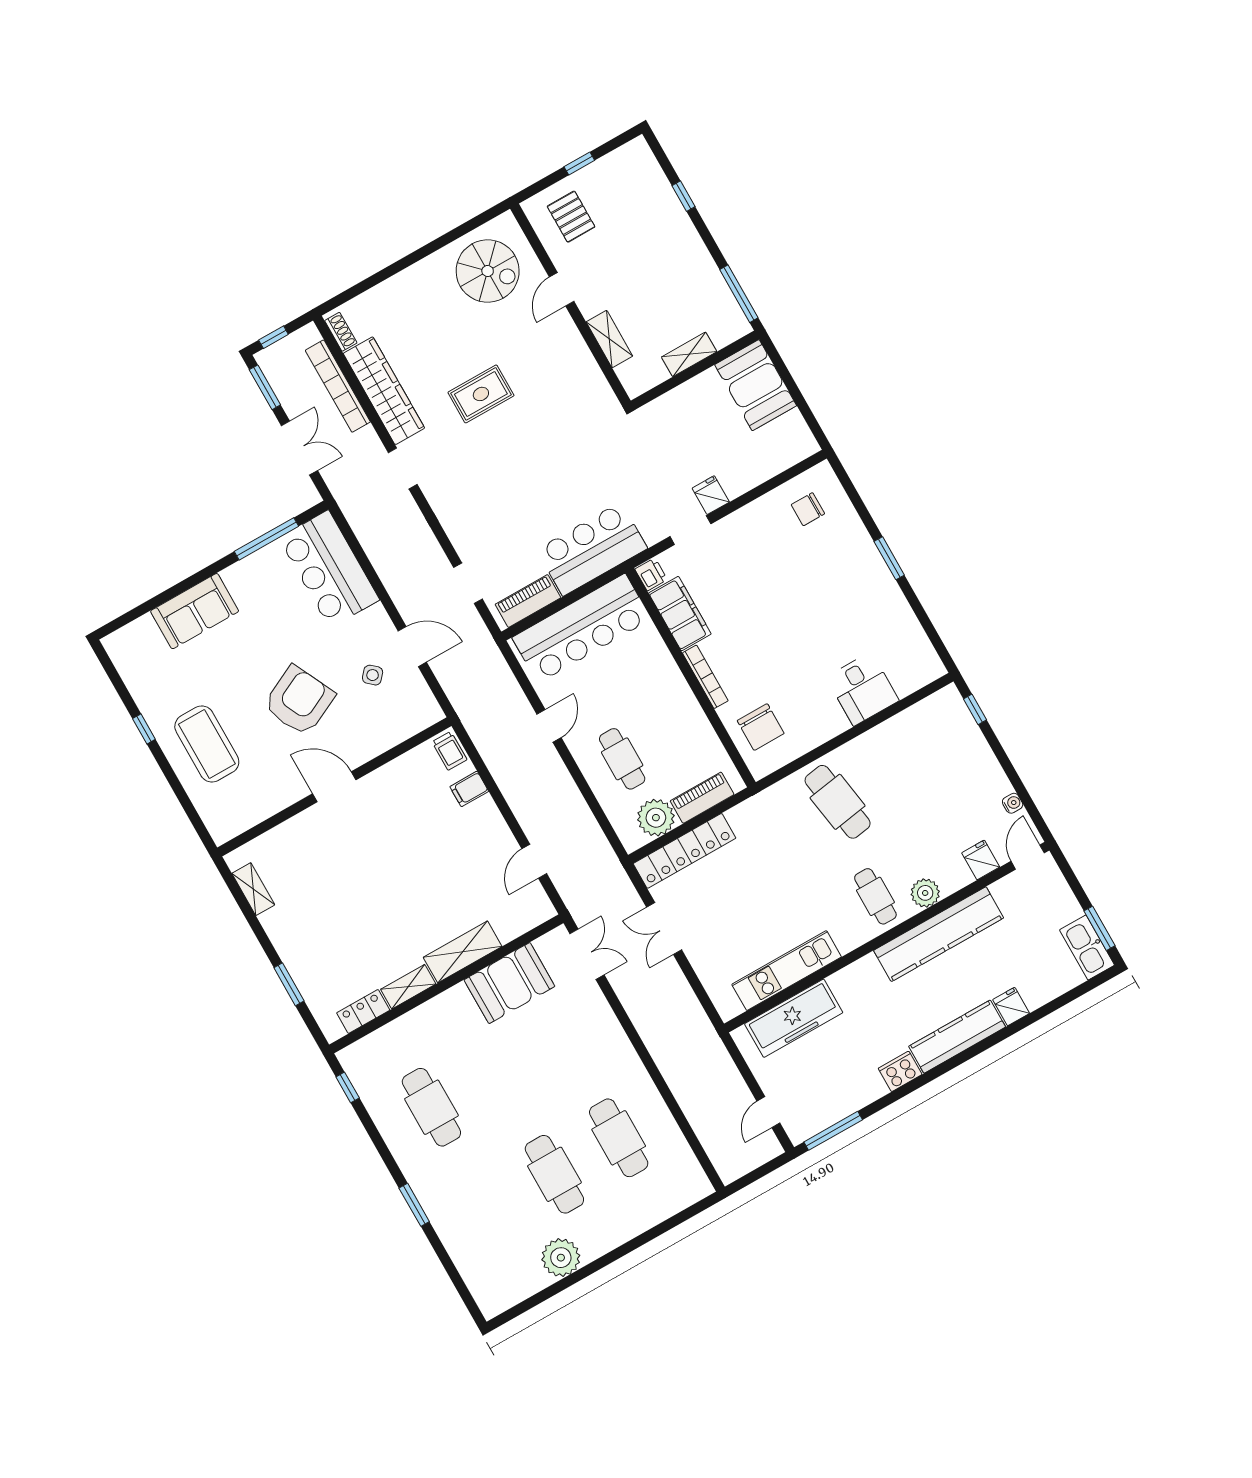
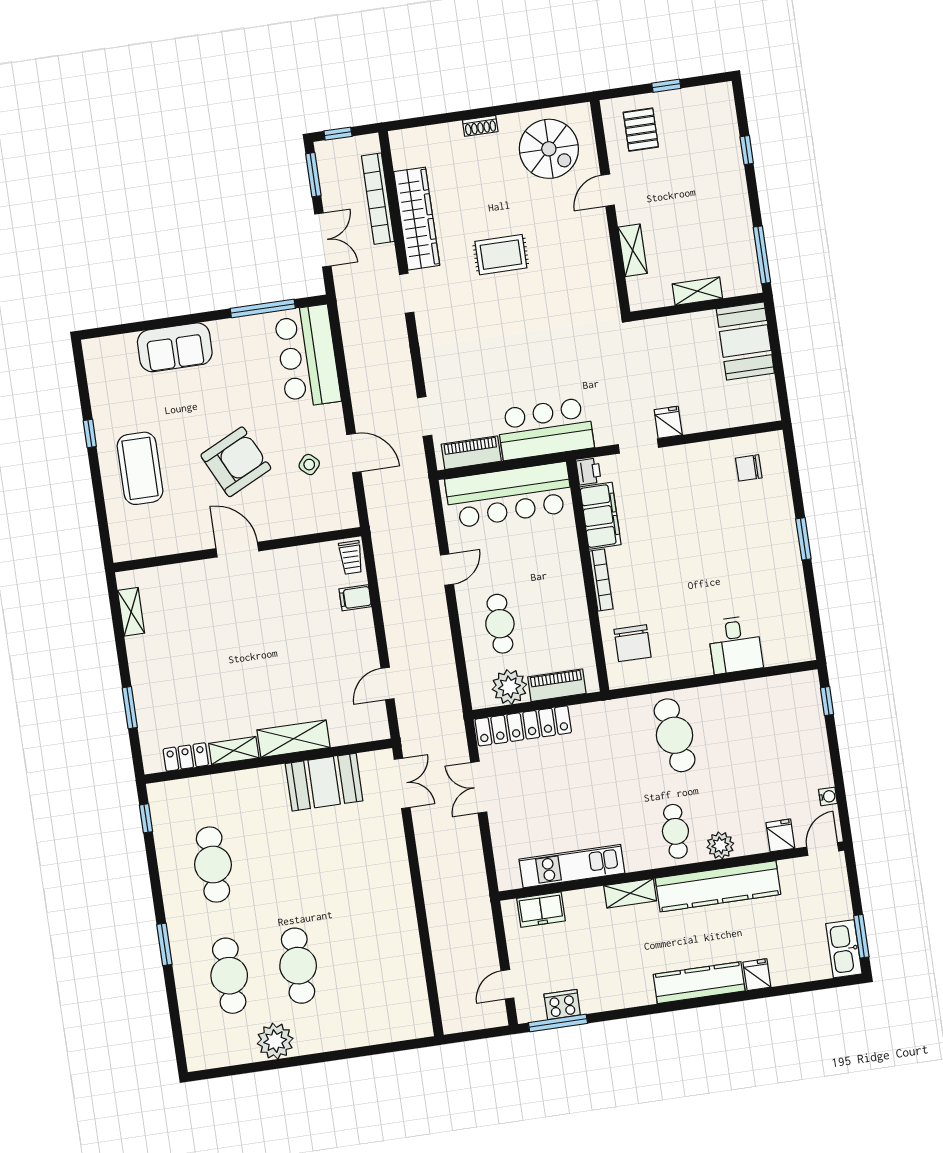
shoe rack: (341, 332) -> (480, 126), moved, turned 90
shelving: (854, 975) -> (630, 893), added
freezer: (794, 1018) -> (541, 910), width x0.52, depth x0.79
cooker: (900, 1071) -> (562, 1005), moved
cafe table: (619, 1138) -> (229, 976), moved

